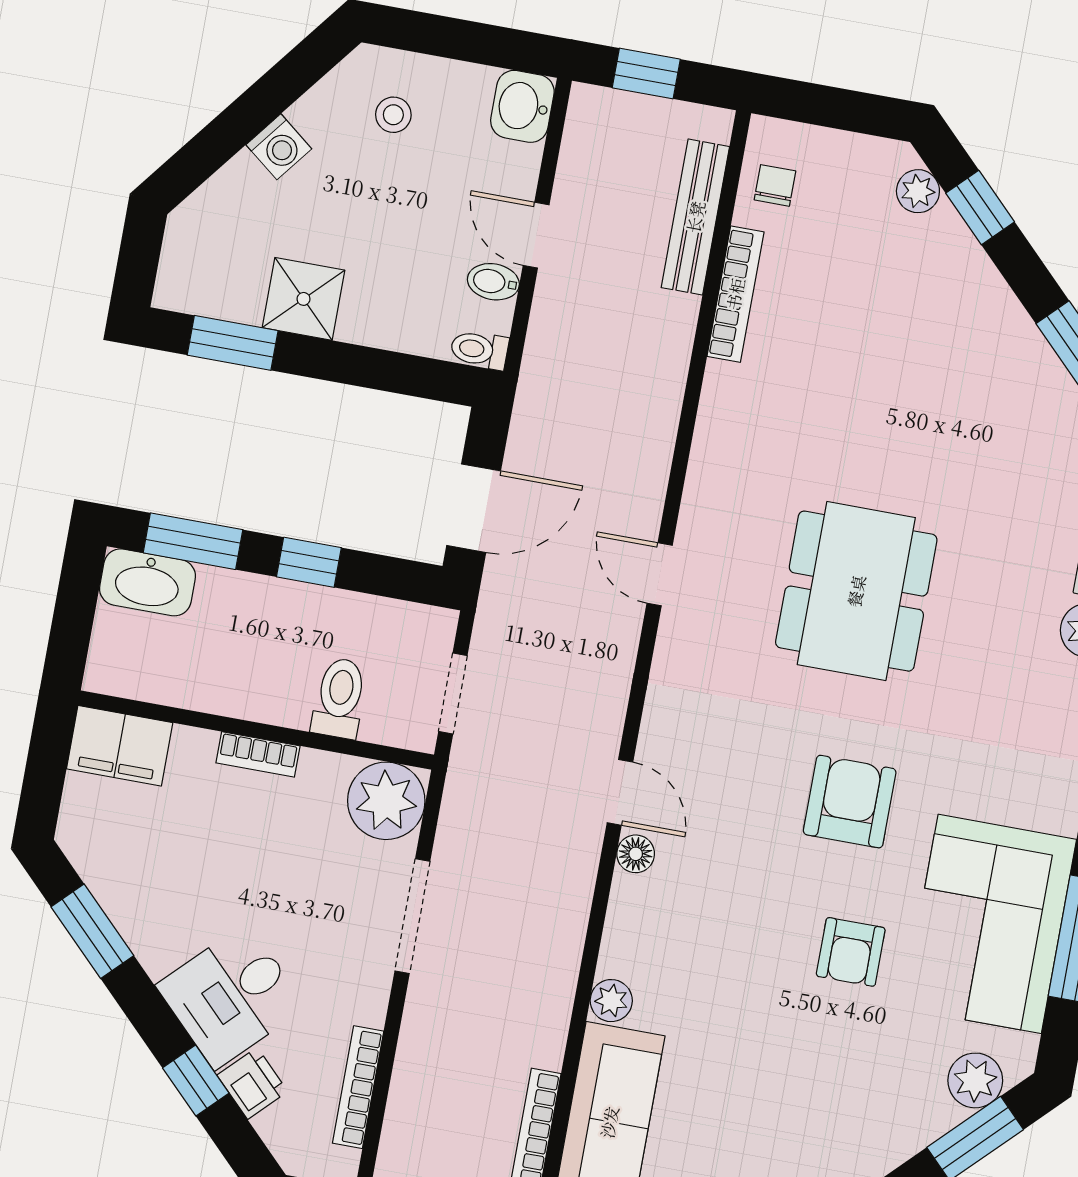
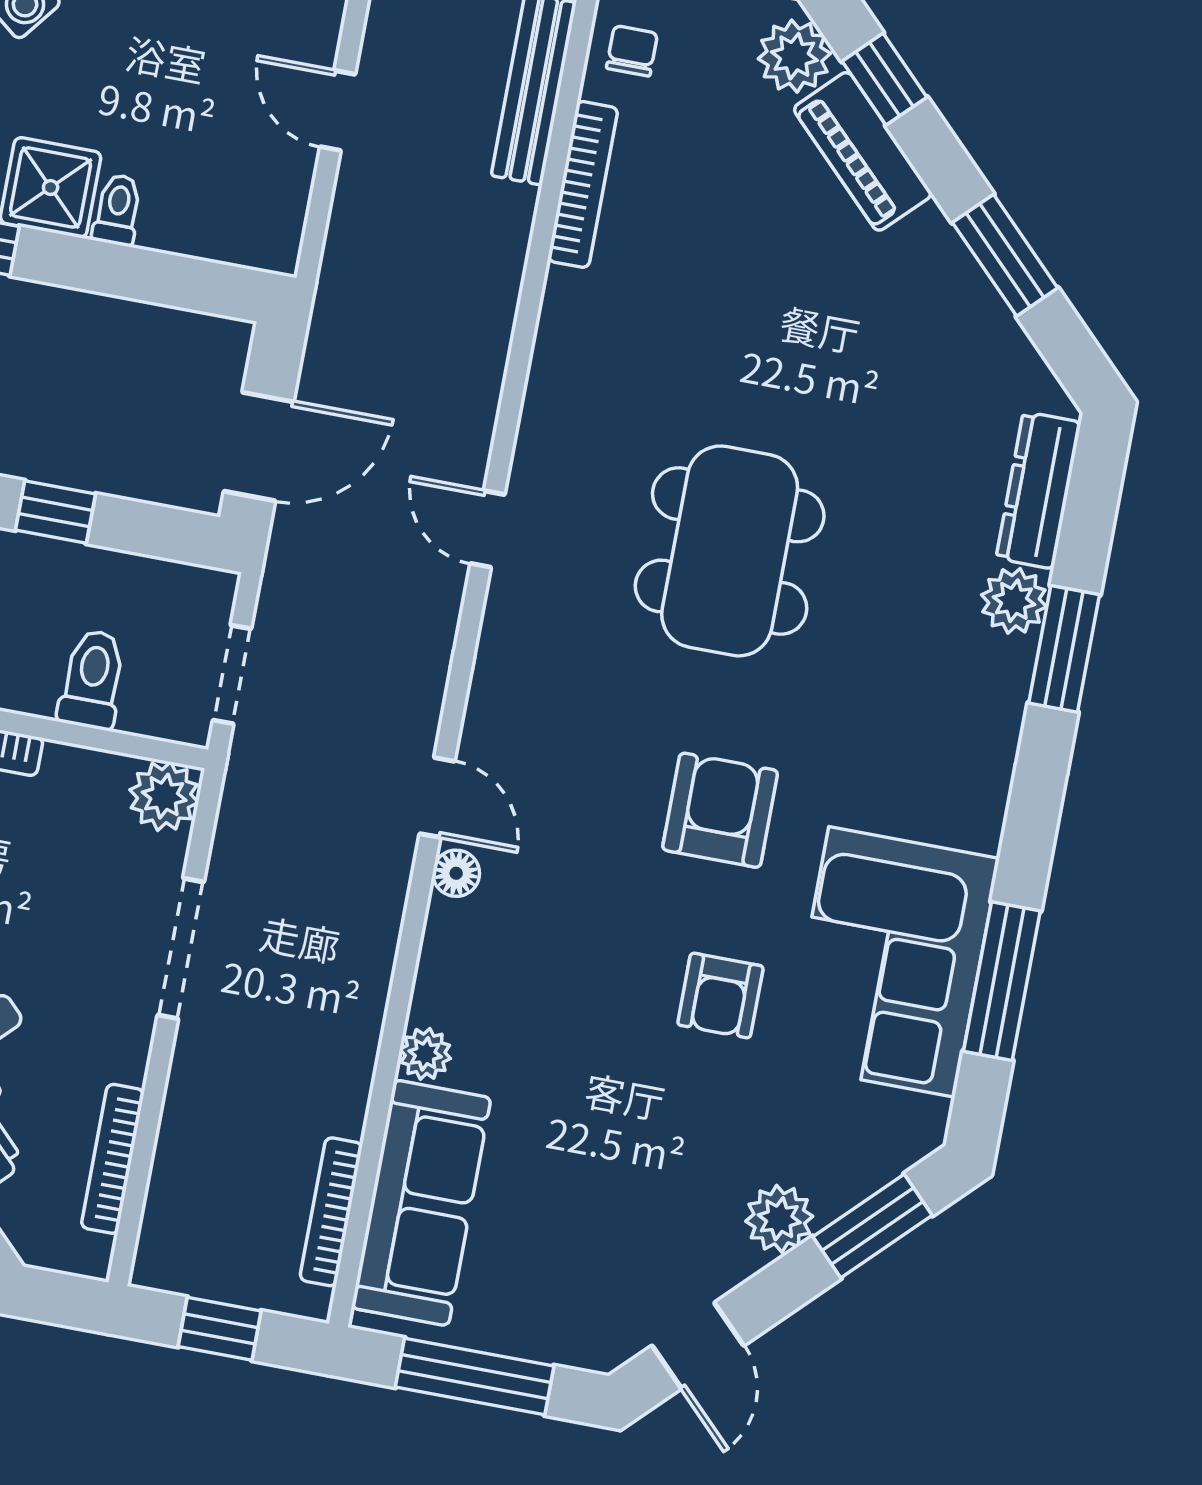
plant: (918, 191) -> (794, 56), width x1.38, depth x1.38
piano: (963, 266) -> (863, 151), added
bidet: (493, 282) -> (285, 168), removed
toilet: (479, 350) -> (117, 210), moved, turned 90
plant: (386, 801) -> (164, 796), width x0.73, depth x0.73
plant: (975, 1080) -> (779, 1219), moved

